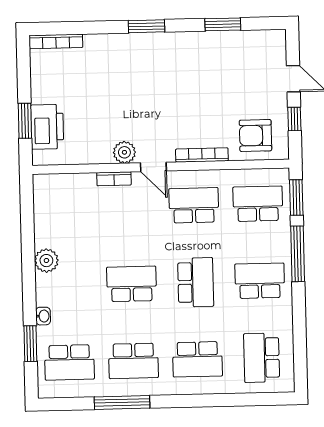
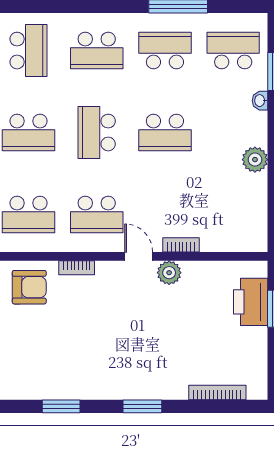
bookcase: (56, 41) -> (217, 393), moved
bookcase: (202, 155) -> (77, 268), width x0.64
school desk: (198, 359) -> (97, 51), turned 180

